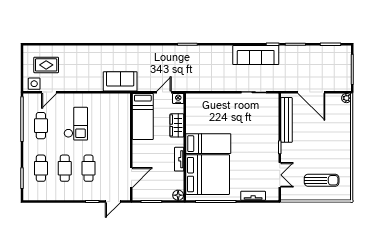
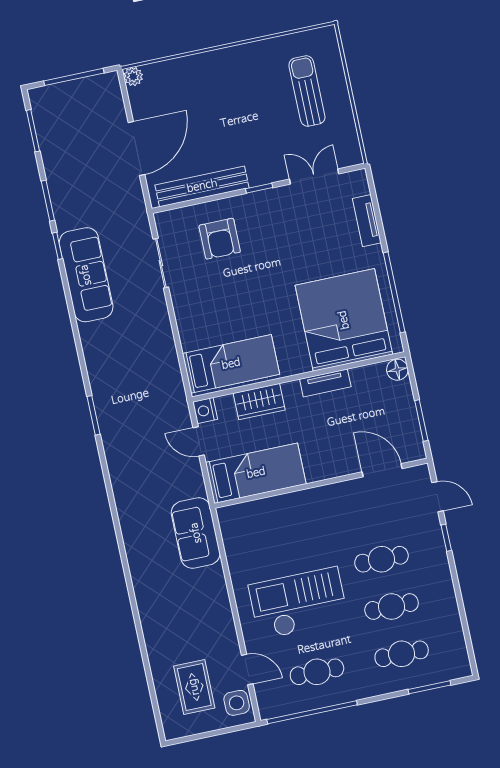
armchair: (259, 123) -> (220, 239), added
checkout: (76, 124) -> (298, 603), width x1.36, depth x1.21
bed: (208, 144) -> (231, 364), moved, turned 90

